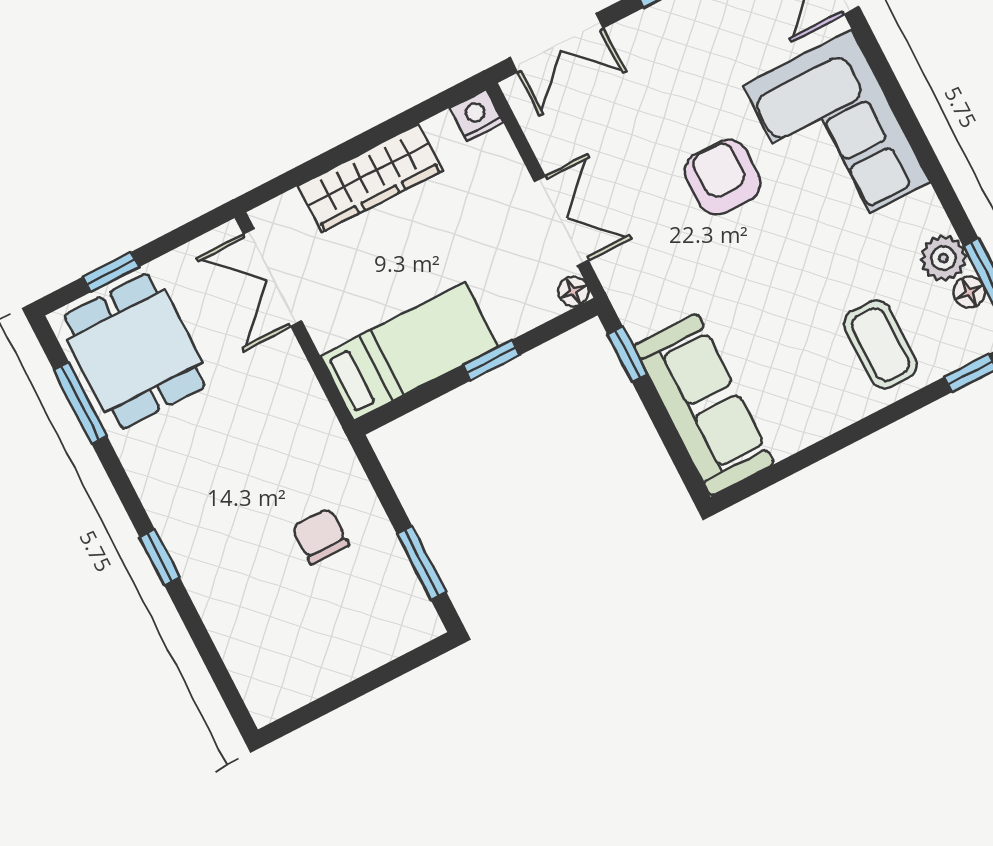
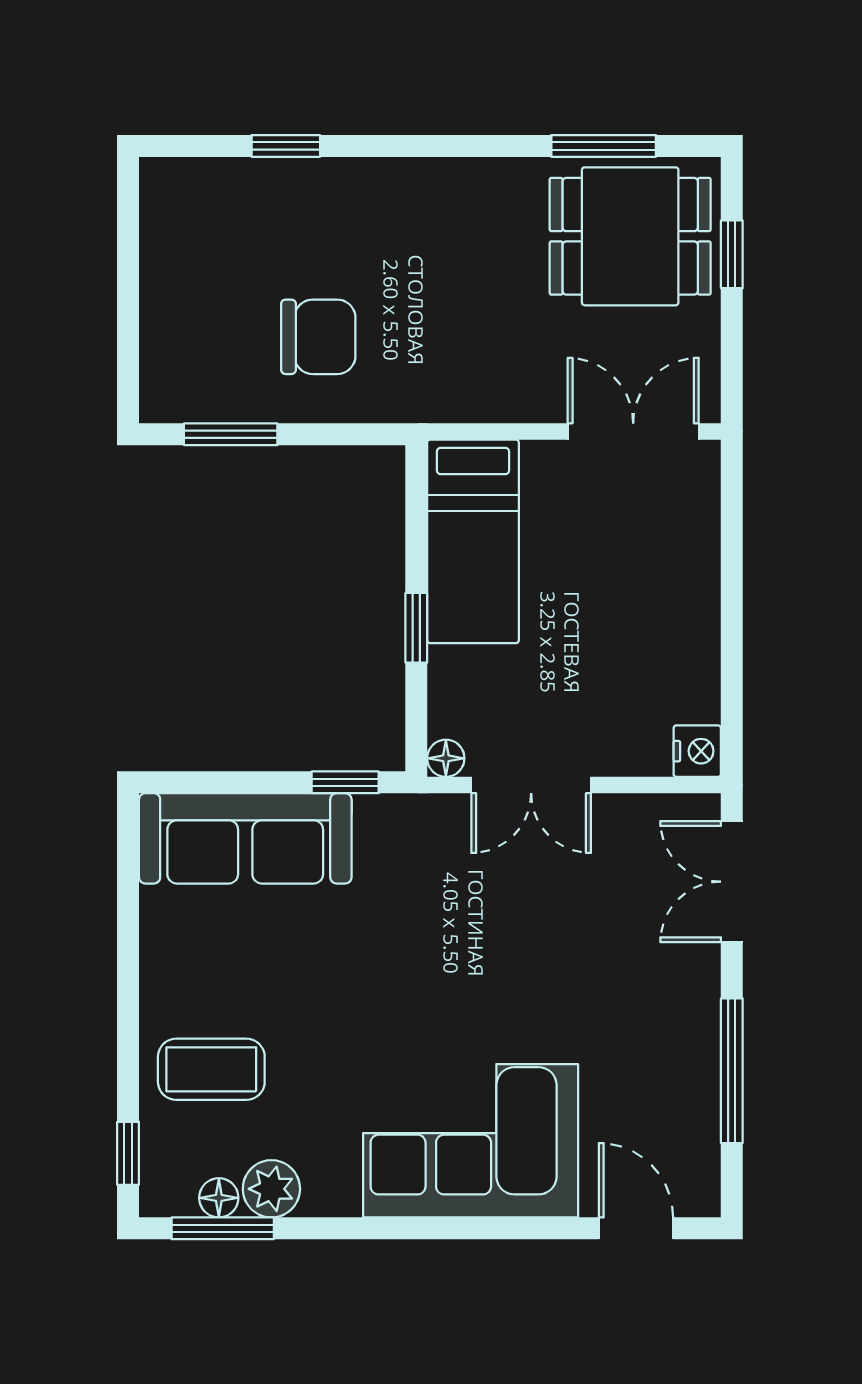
armchair: (723, 177) -> (488, 989), removed
wardrobe: (370, 178) -> (688, 597), removed
chair: (320, 536) -> (318, 337), width x1.37, depth x1.37
window: (160, 557) -> (286, 146), moved

